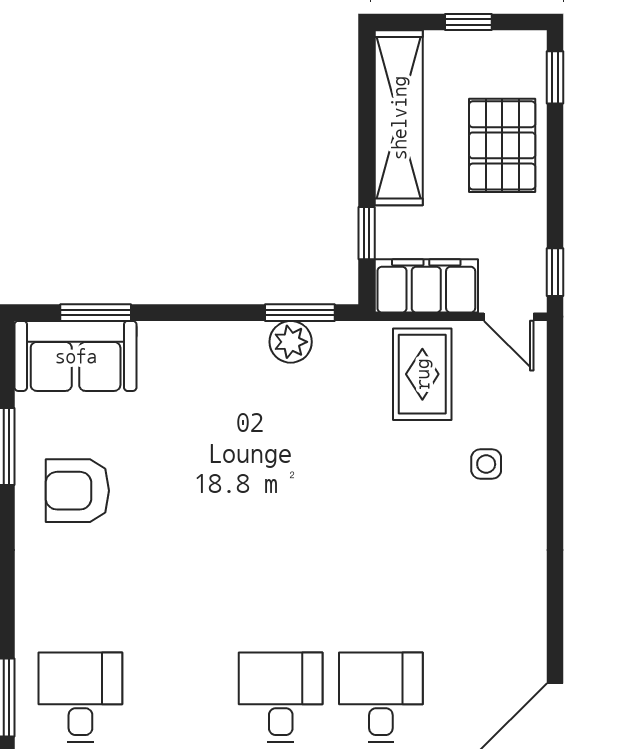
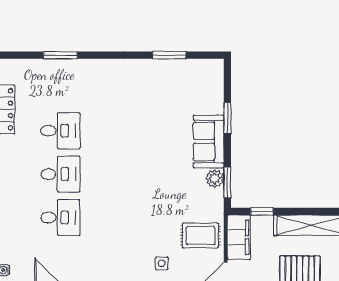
window: (96, 313) -> (227, 118), moved
sofa: (76, 356) -> (209, 142), moved
armchair: (77, 491) -> (150, 86), removed
desk: (80, 697) -> (60, 131), moved

